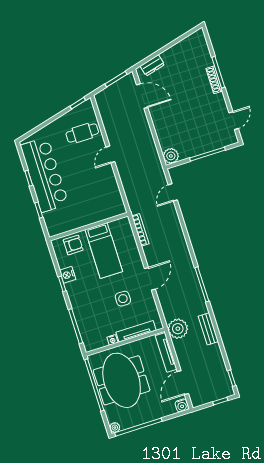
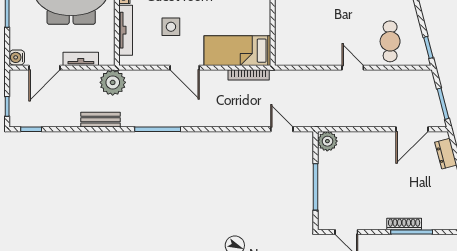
bed: (104, 251) -> (237, 51), moved
tv unit: (166, 352) -> (81, 59), width x0.71
door: (183, 383) -> (44, 68), swing flipped

